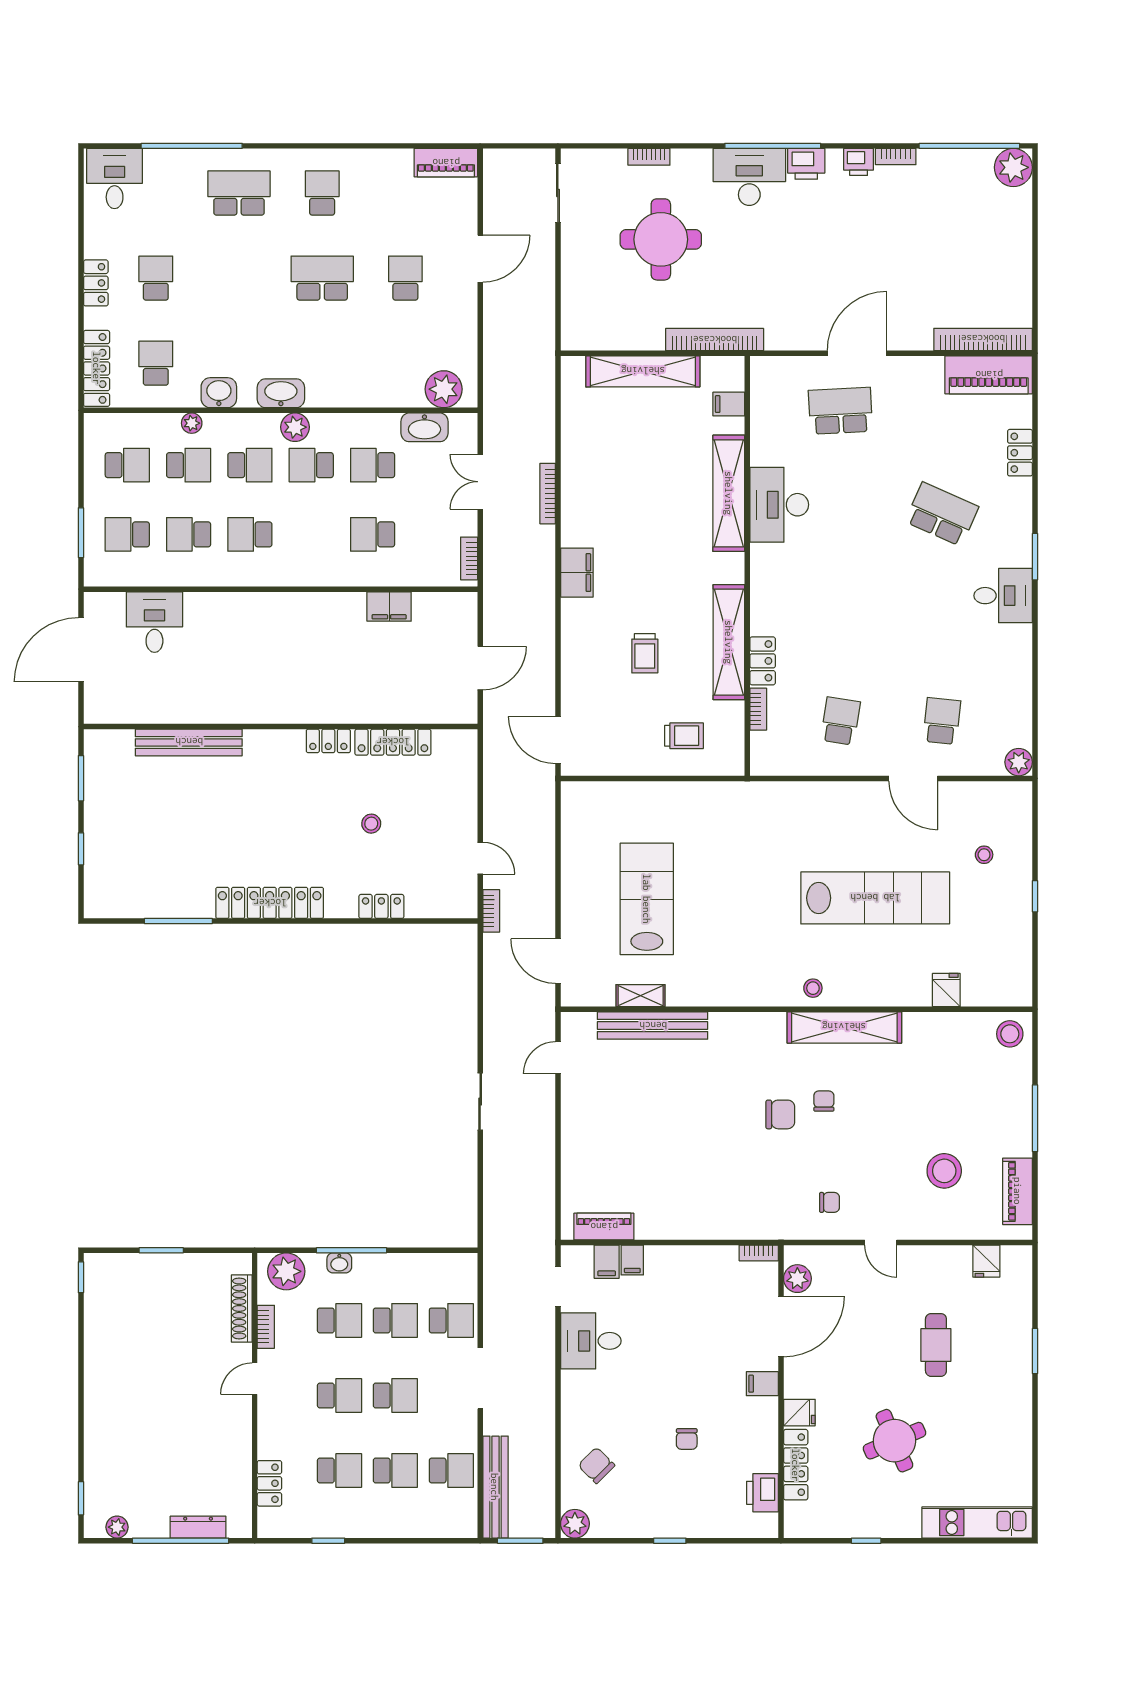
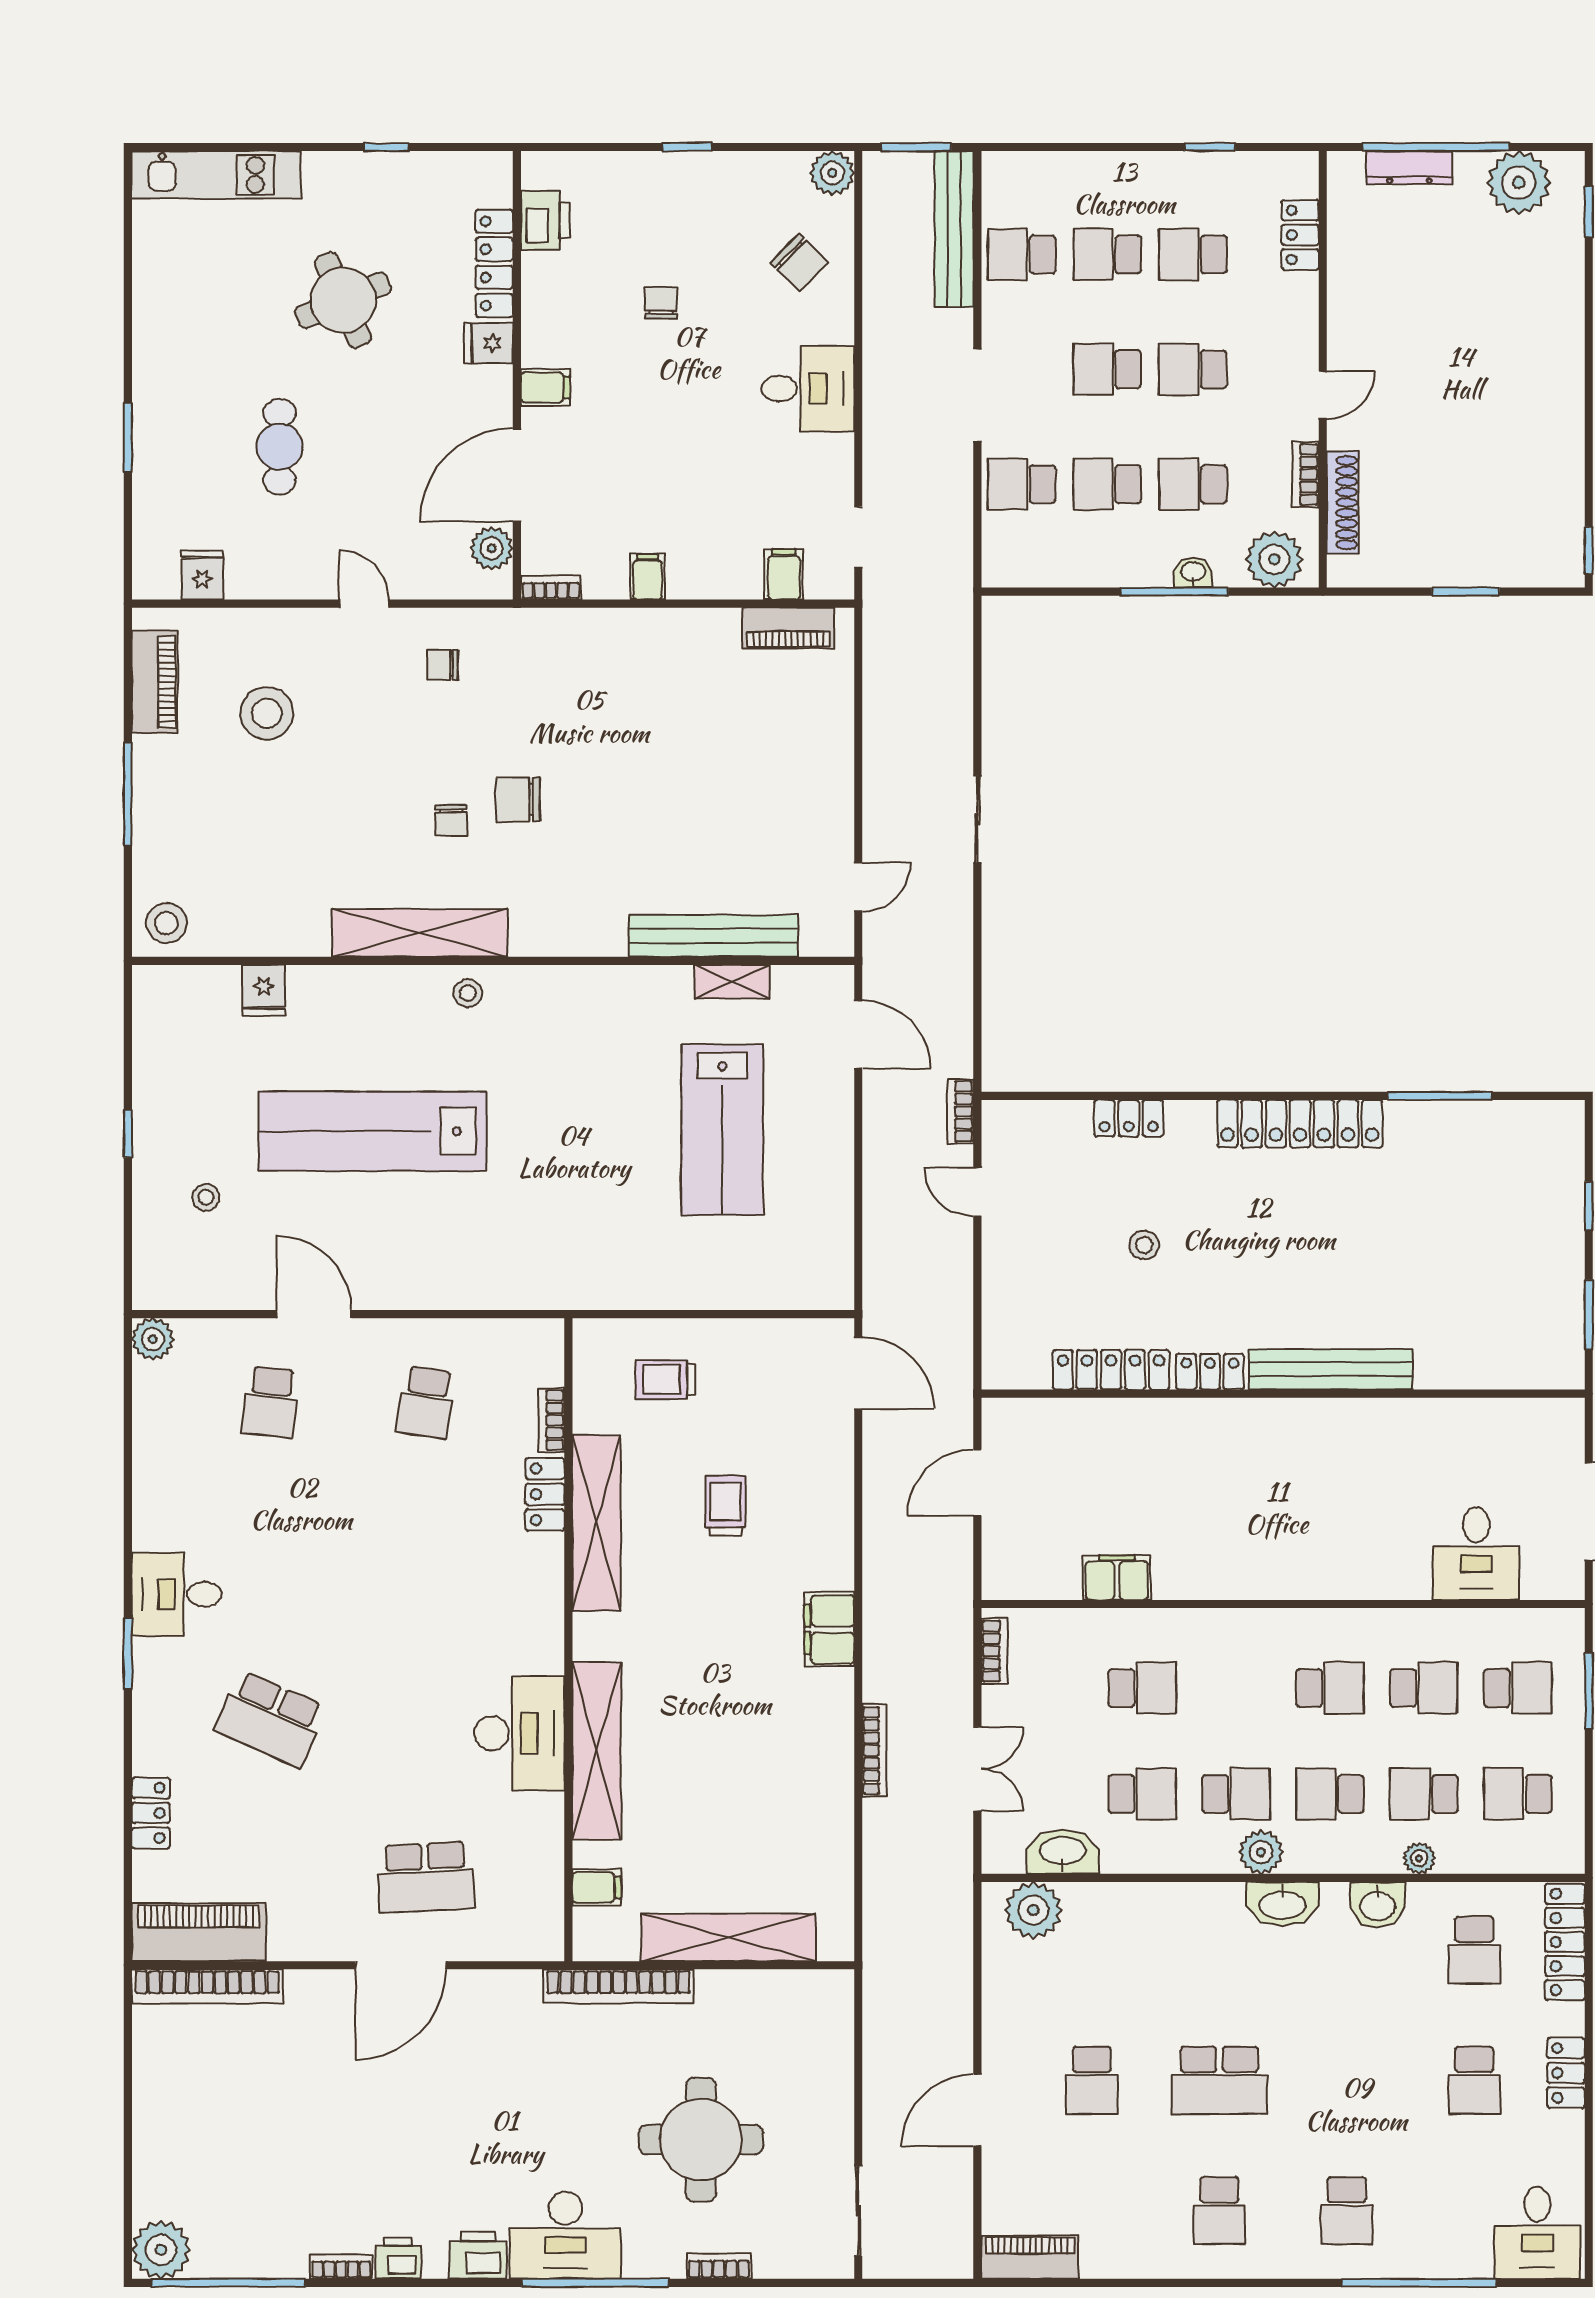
window: (773, 146) -> (595, 2283), moved
school desk: (239, 193) -> (1347, 2211), width x0.54
bench: (189, 742) -> (1331, 1369), moved
filing cabinet: (632, 1260) -> (647, 577), moved
desk: (591, 1341) -> (808, 389), moved
plant: (117, 1527) -> (1519, 183), width x1.88, depth x1.88

